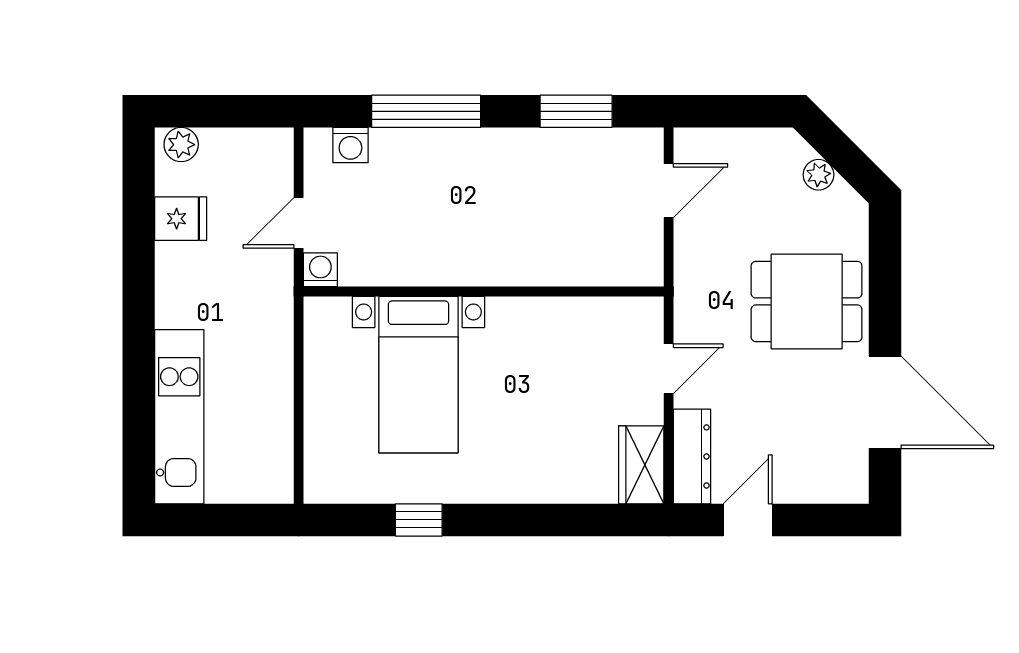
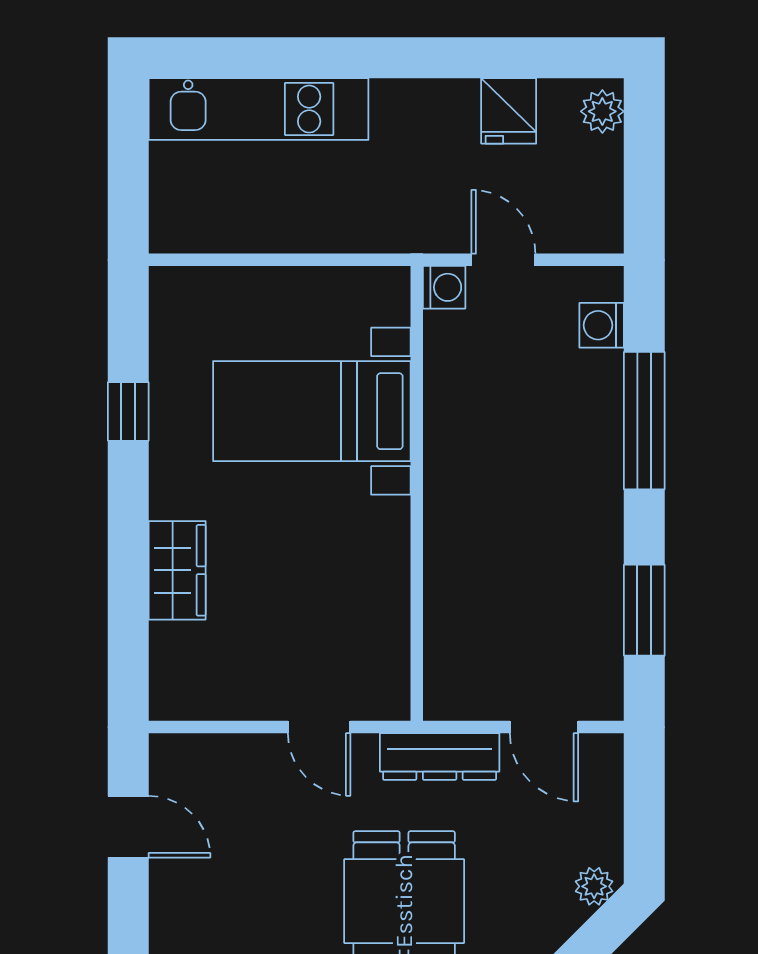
plant: (819, 175) -> (594, 886), moved
dresser: (692, 456) -> (440, 757), moved
wardrobe: (641, 465) -> (177, 570), moved, turned 90

